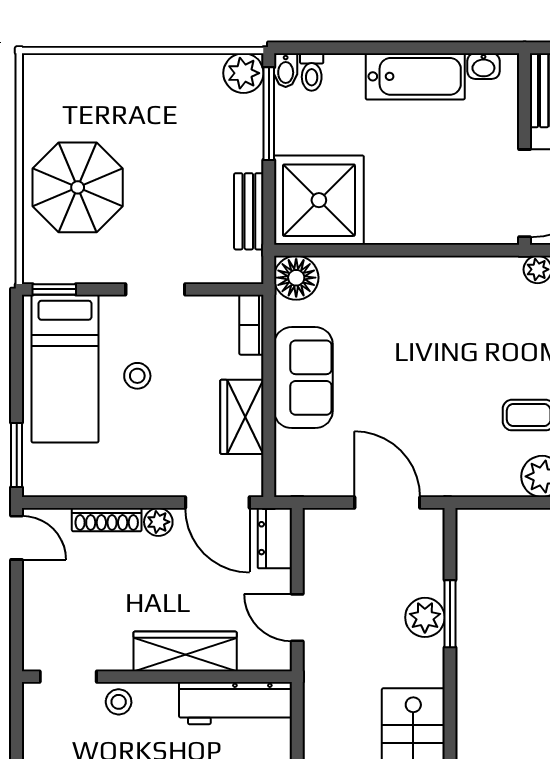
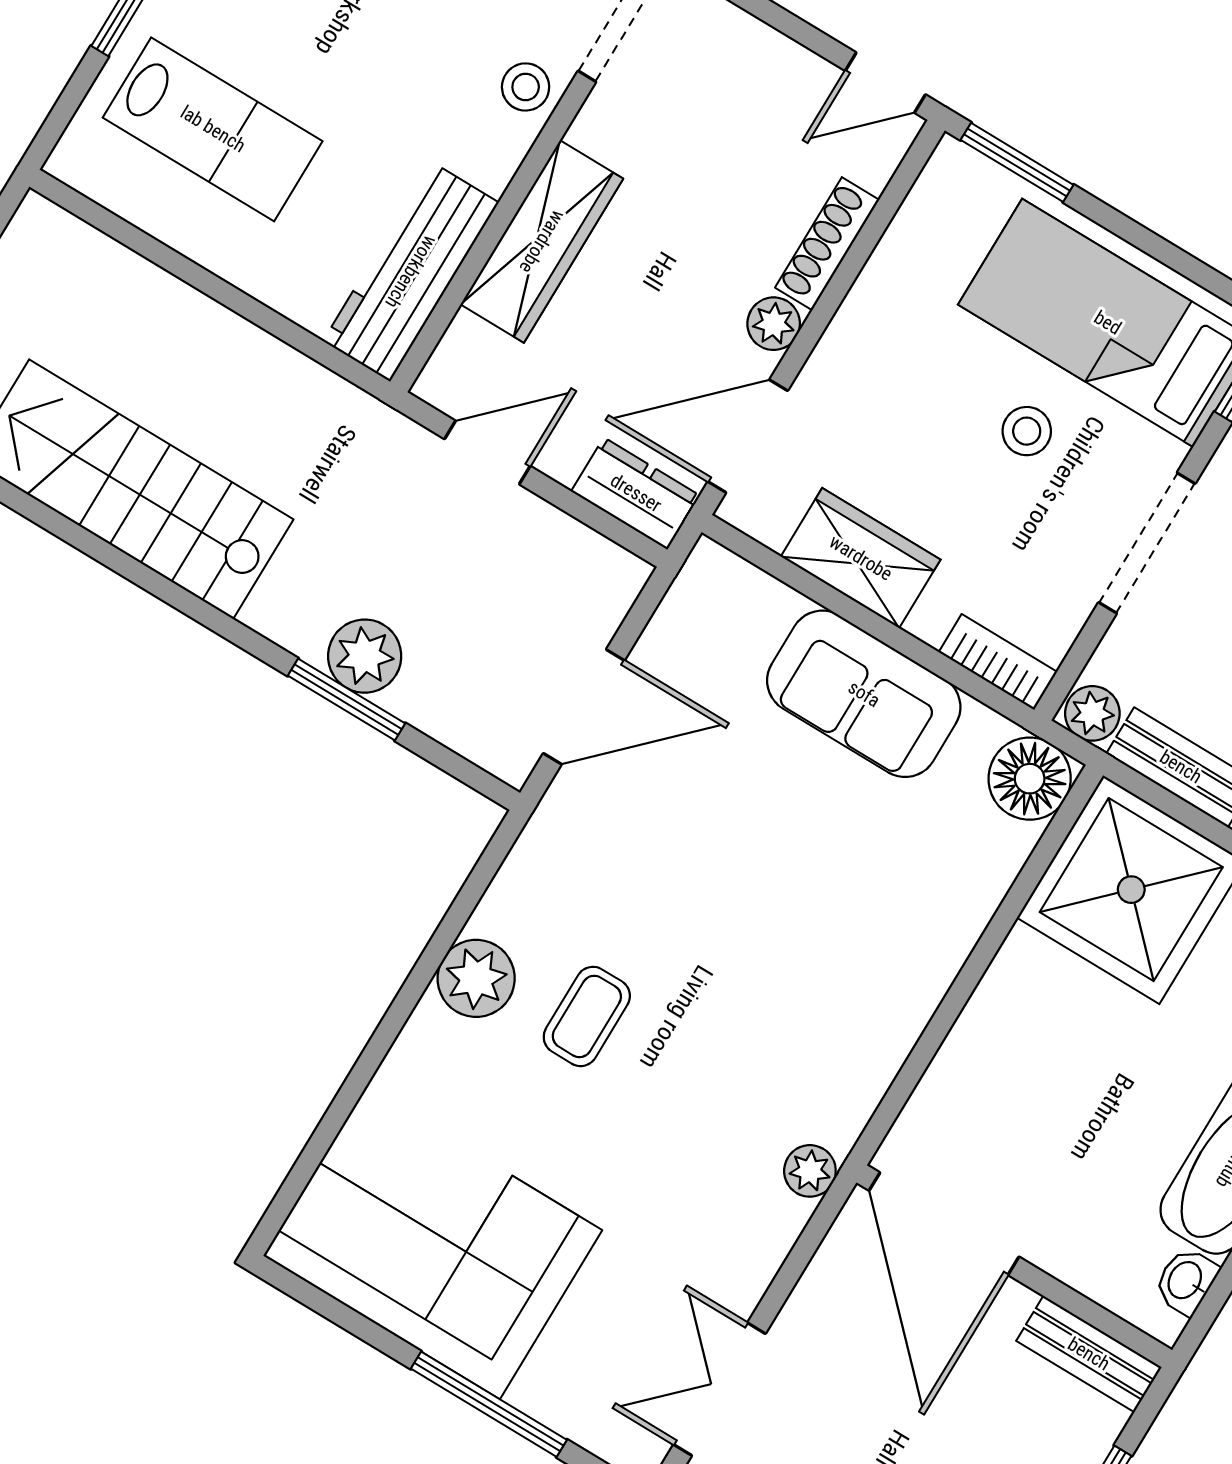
plant: (249, 267) -> (1092, 713), added
doorway: (155, 289) -> (1147, 543), width x1.38

